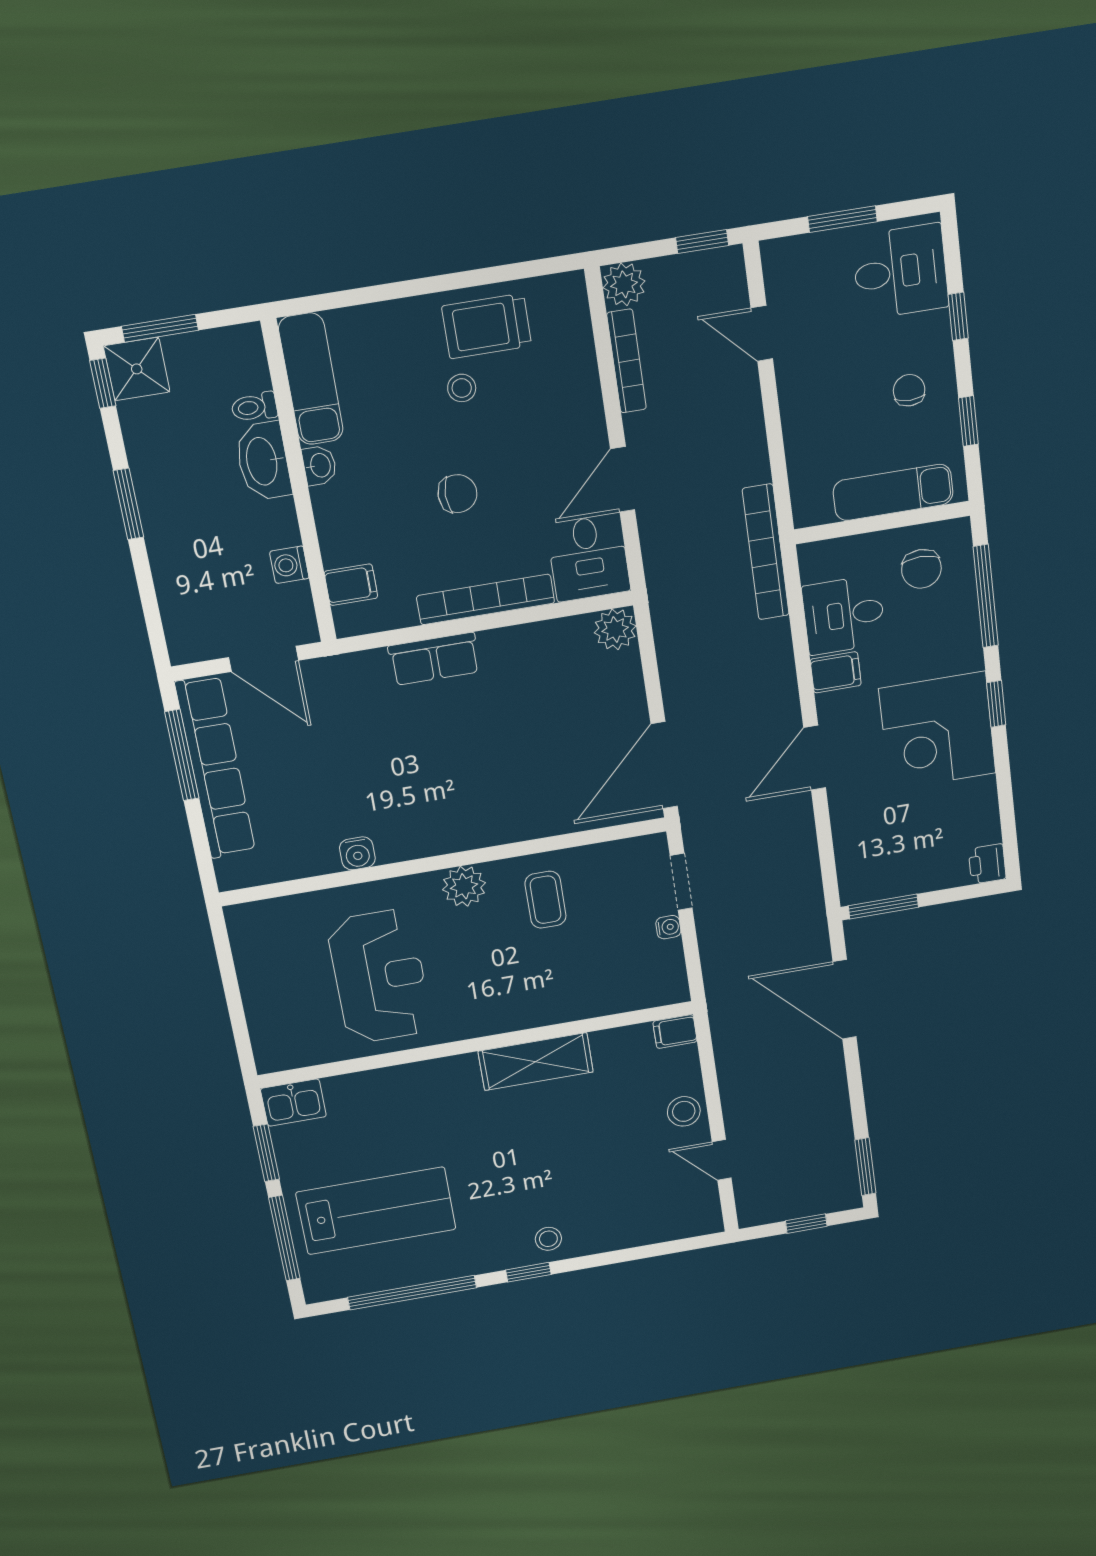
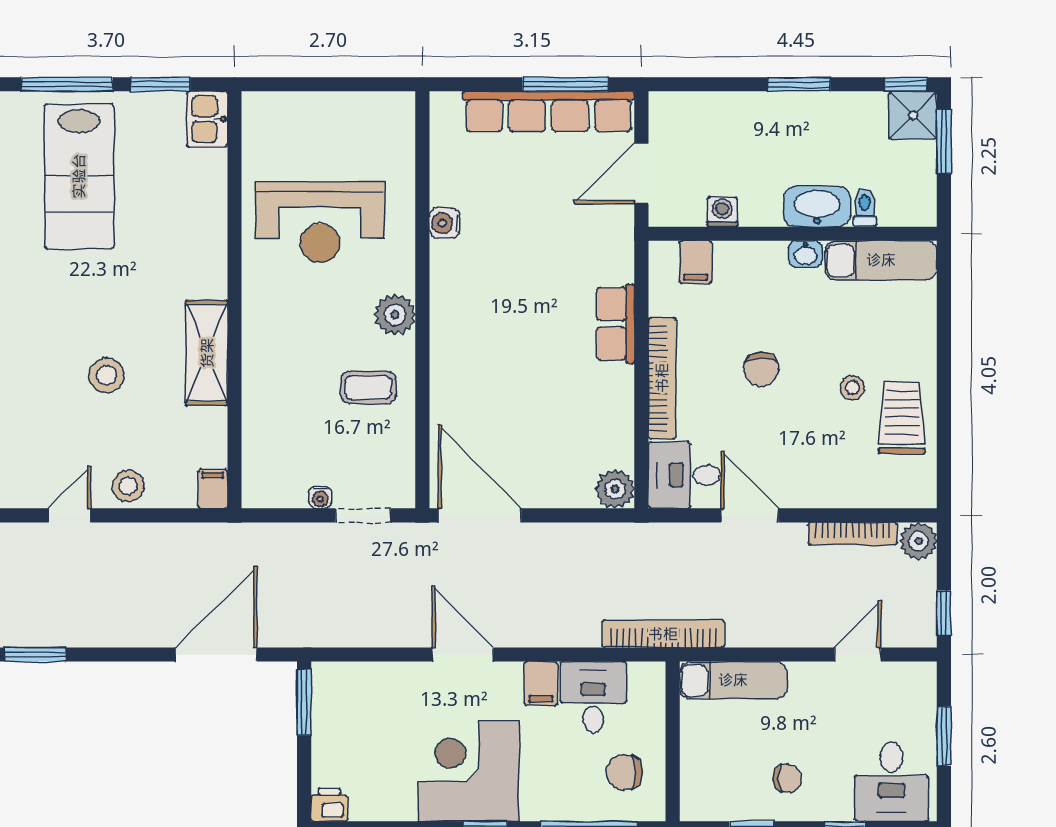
exam couch: (893, 492) -> (733, 680), moved, turned 90
stool: (548, 1239) -> (107, 375), moved, width x1.37, depth x1.37

